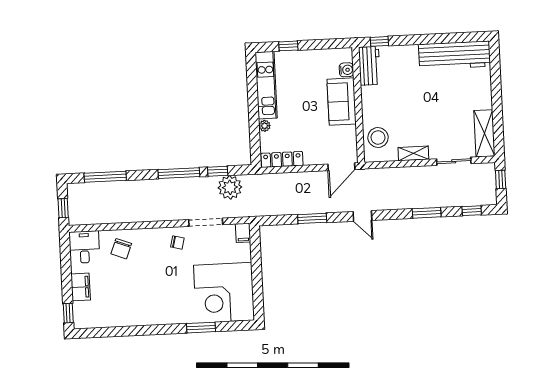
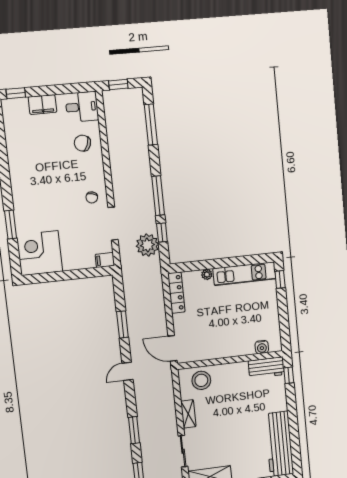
window: (288, 46) -> (280, 279), moved
sofa: (342, 102) -> (233, 345), removed
corner desk: (224, 293) -> (40, 253), width x0.74, depth x0.74

